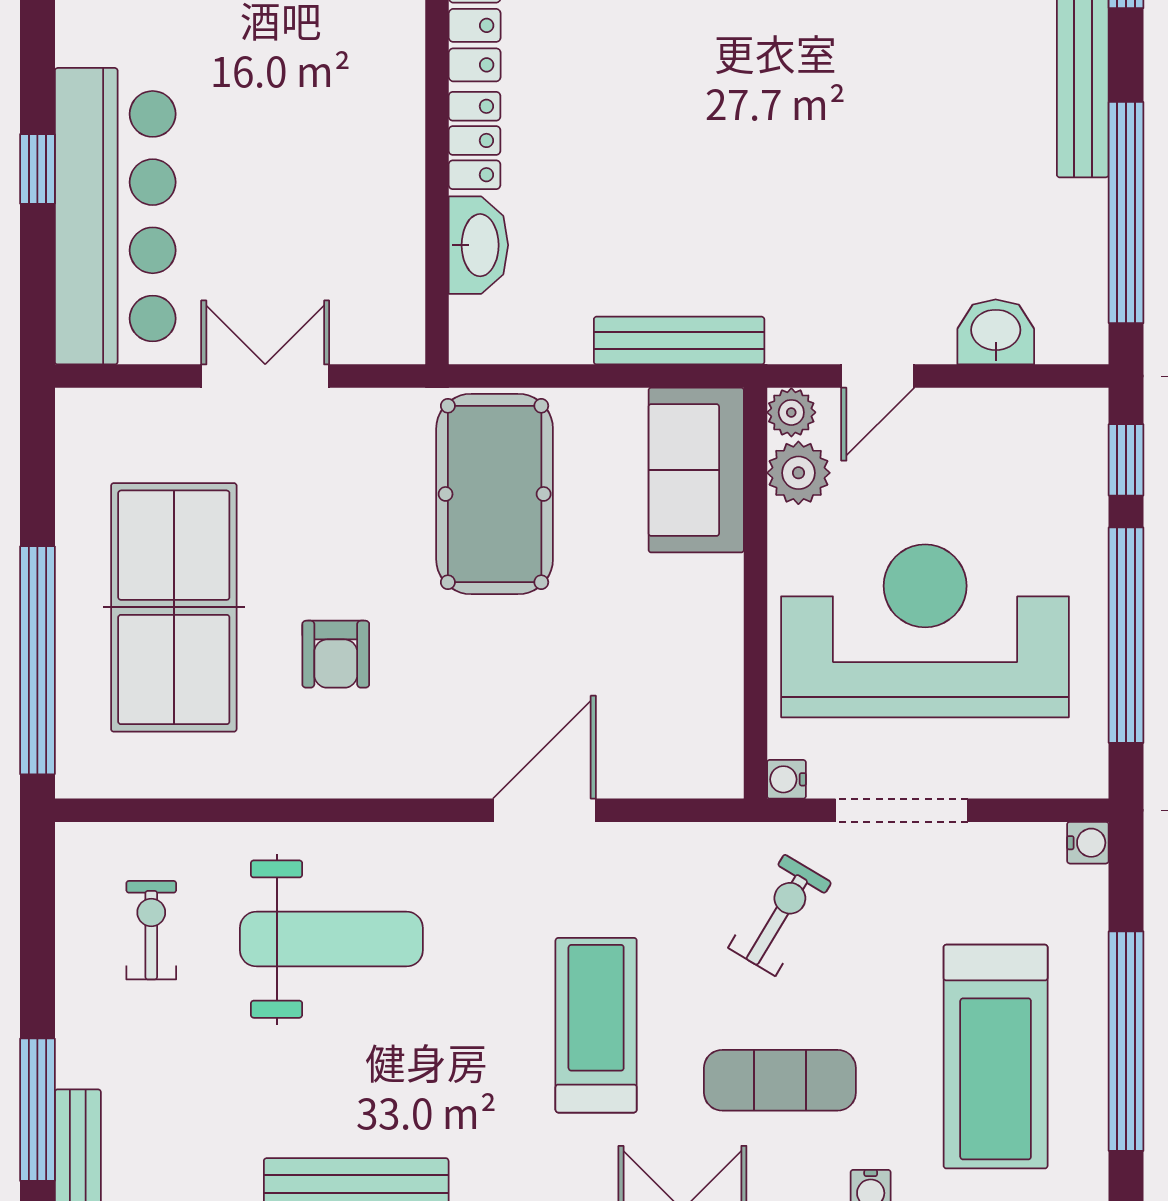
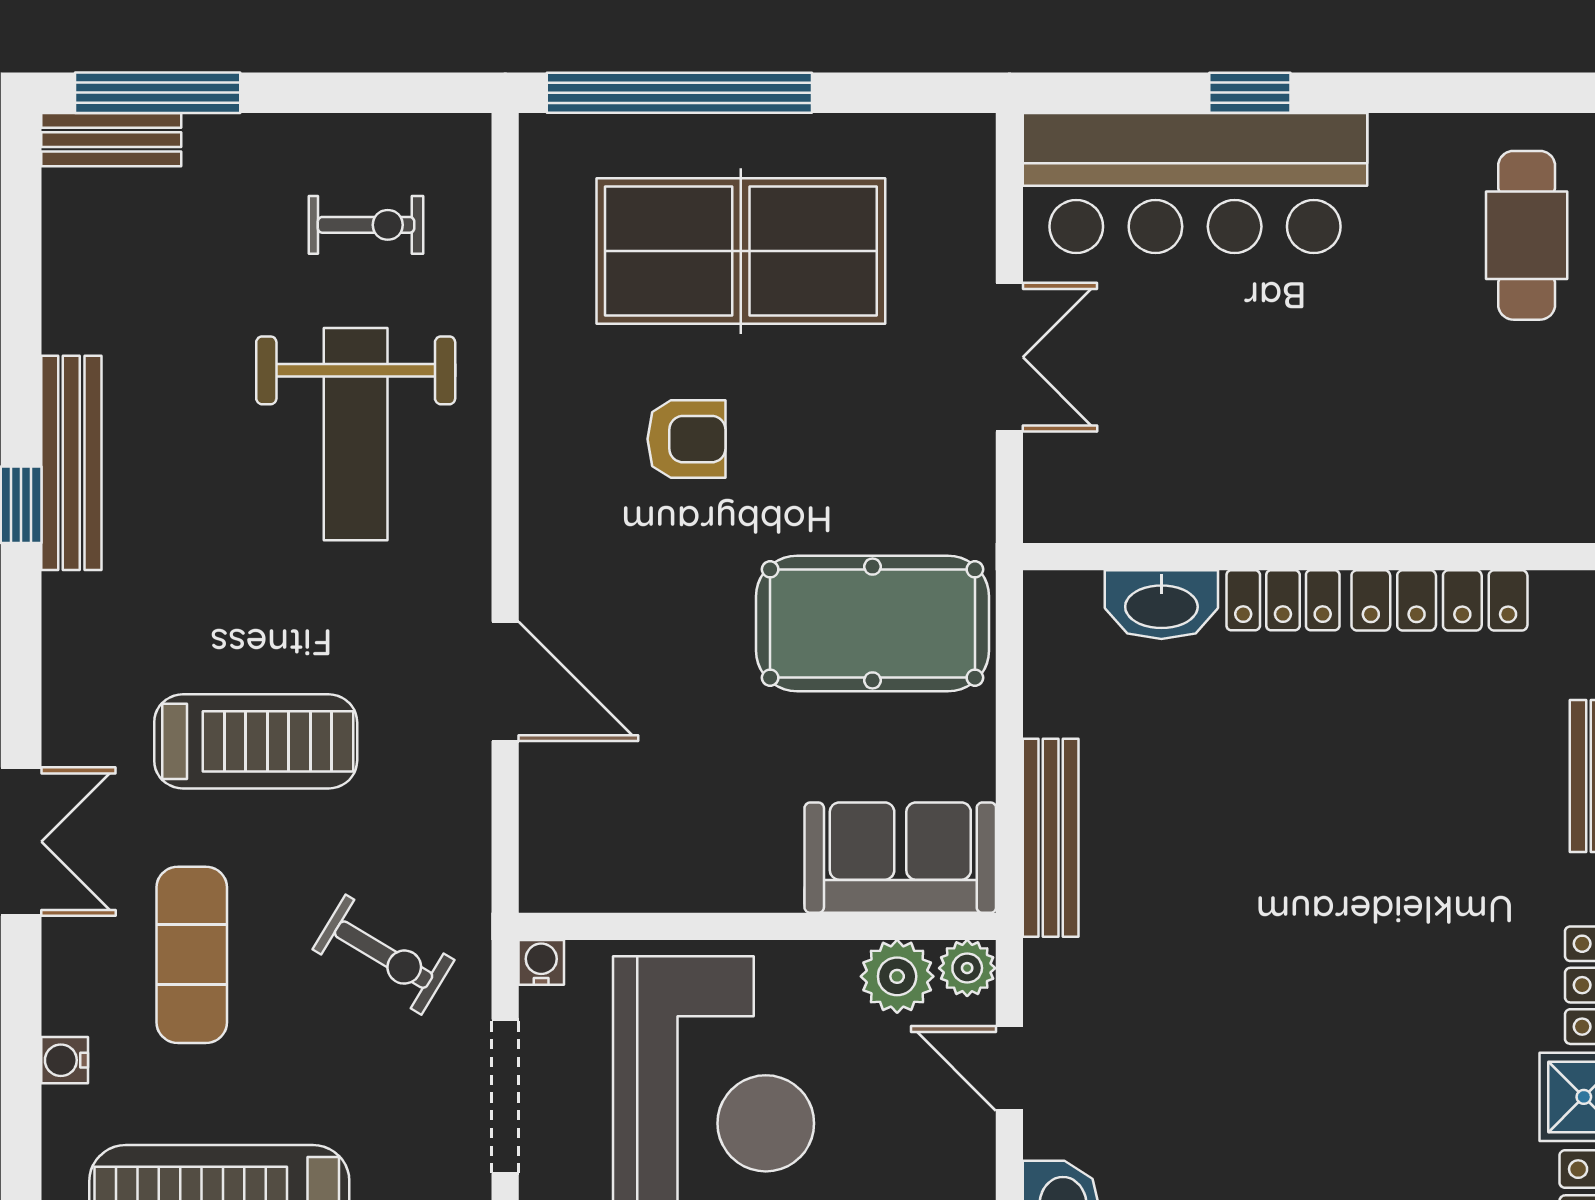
armchair: (336, 654) -> (686, 439), turned 180

